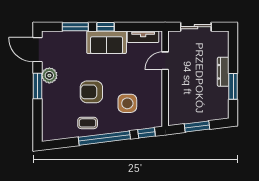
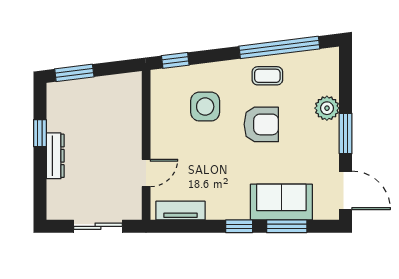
sofa: (107, 42) -> (281, 202), moved
plant: (49, 75) -> (327, 108), moved
window: (233, 86) -> (40, 133), width x0.67
window: (197, 127) -> (74, 73), moved
window: (104, 138) -> (279, 47), moved

